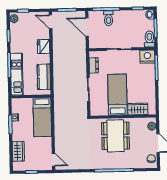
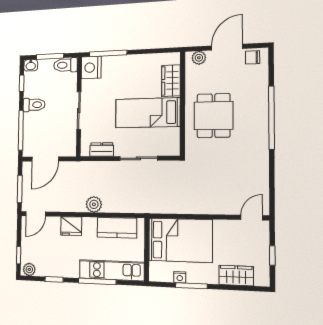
toilet: (109, 18) -> (34, 105), moved
plant: (58, 61) -> (94, 204), added
bed: (42, 117) -> (180, 240), width x1.50
dining table: (115, 136) -> (214, 116), width x0.73

